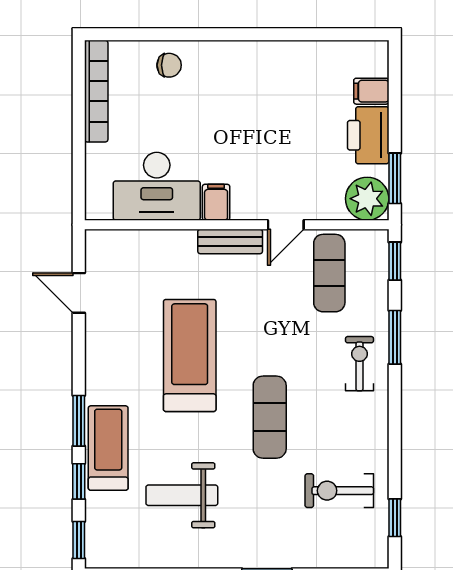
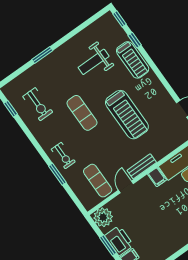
window: (395, 178) -> (108, 245), moved
window: (395, 261) -> (77, 202), removed
window: (79, 421) -> (150, 62), removed
exercise bike: (339, 491) -> (38, 104), turned 90
weight bench: (182, 495) -> (94, 62), turned 180

